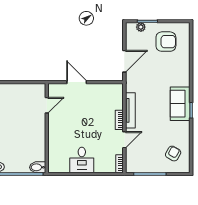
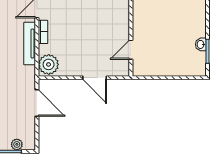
door: (124, 61) -> (37, 103), swing flipped
plant: (115, 93) -> (49, 64), added

